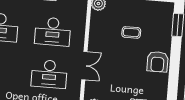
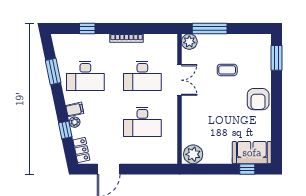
double door: (84, 66) -> (179, 80), moved

